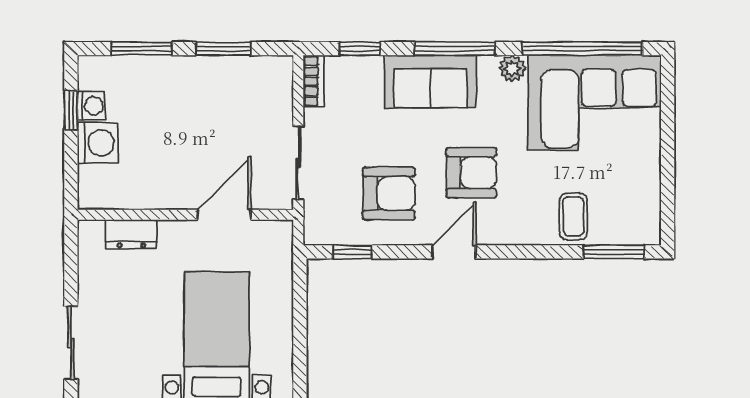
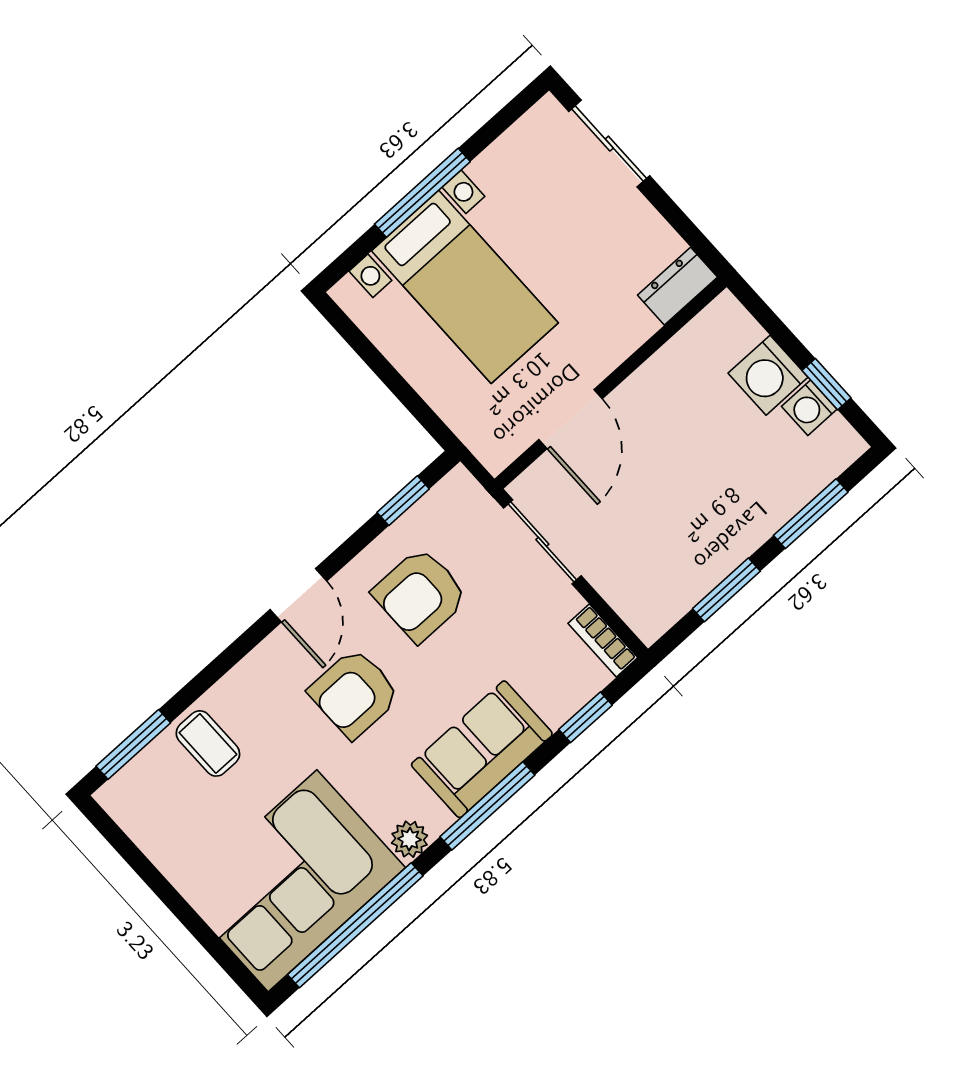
dresser: (131, 234) -> (678, 286), moved

